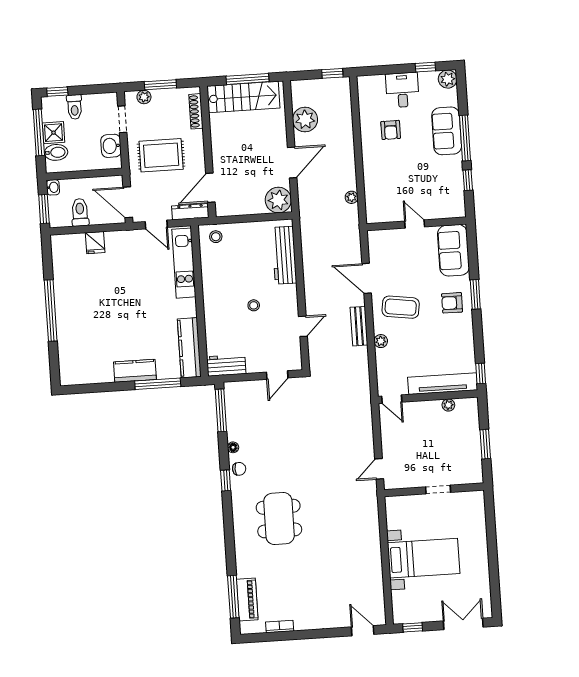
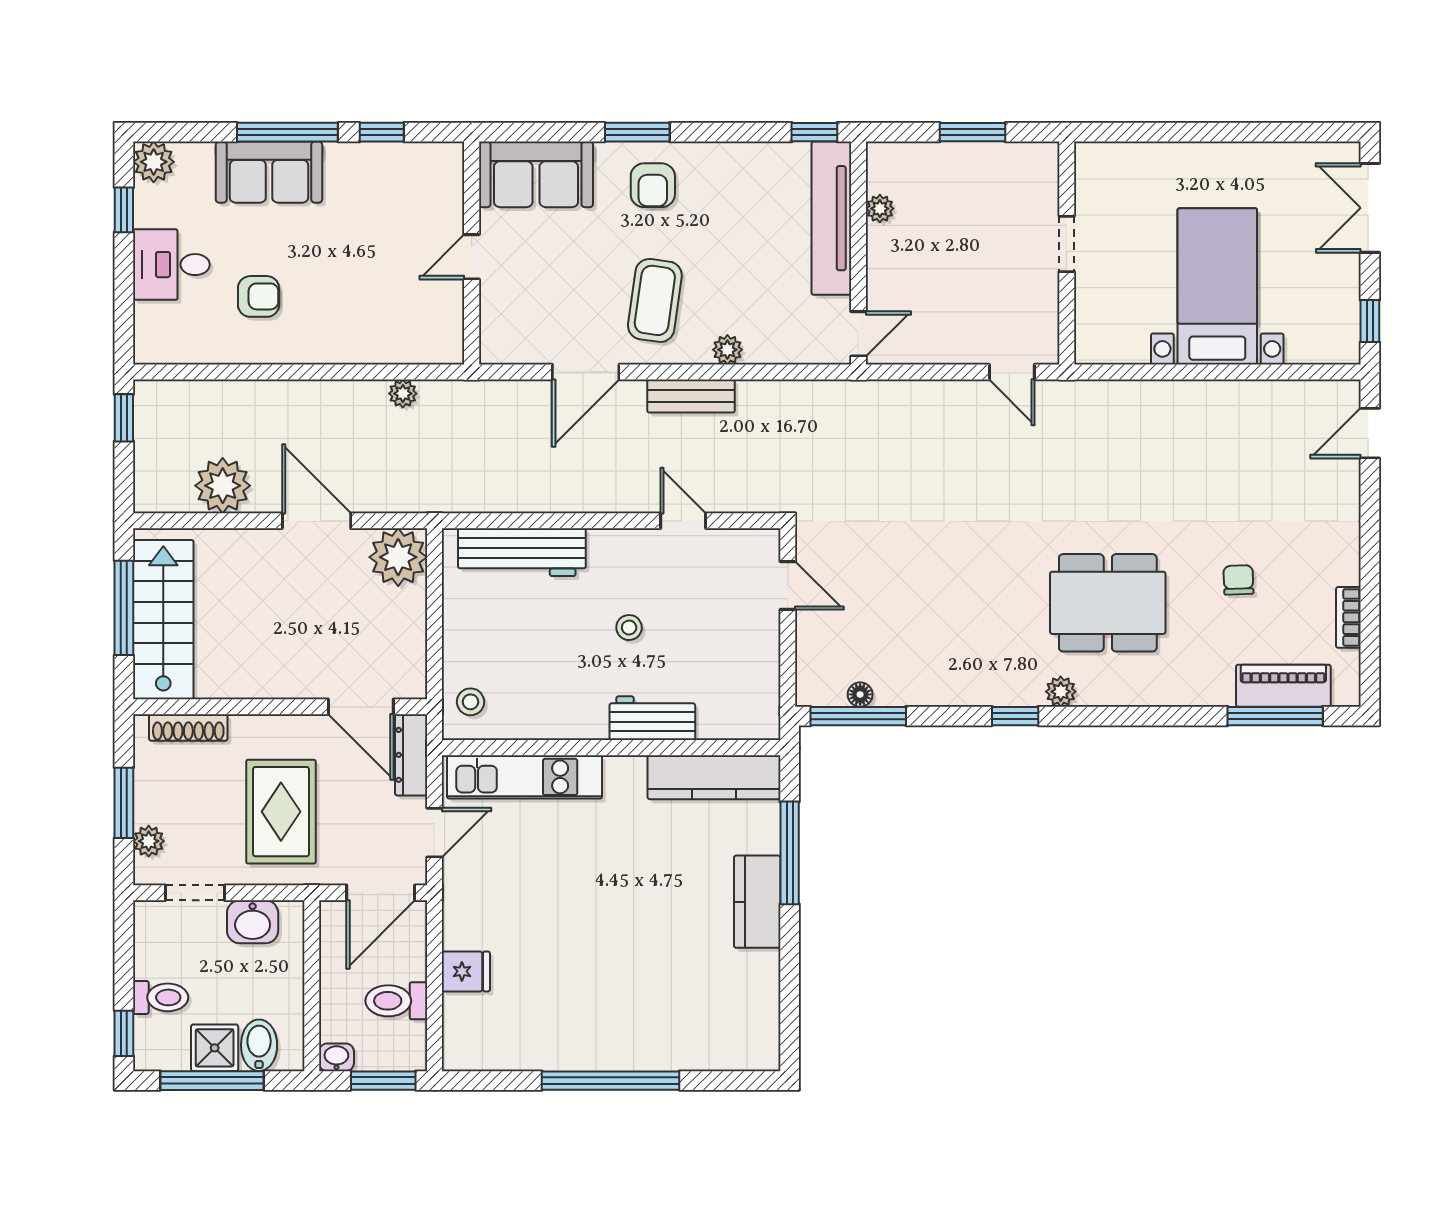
workbench: (226, 365) -> (652, 718), moved, turned 90
floor lamp: (233, 447) -> (860, 694), moved
chair: (239, 469) -> (1238, 580), moved
plant: (238, 500) -> (1061, 692), added

